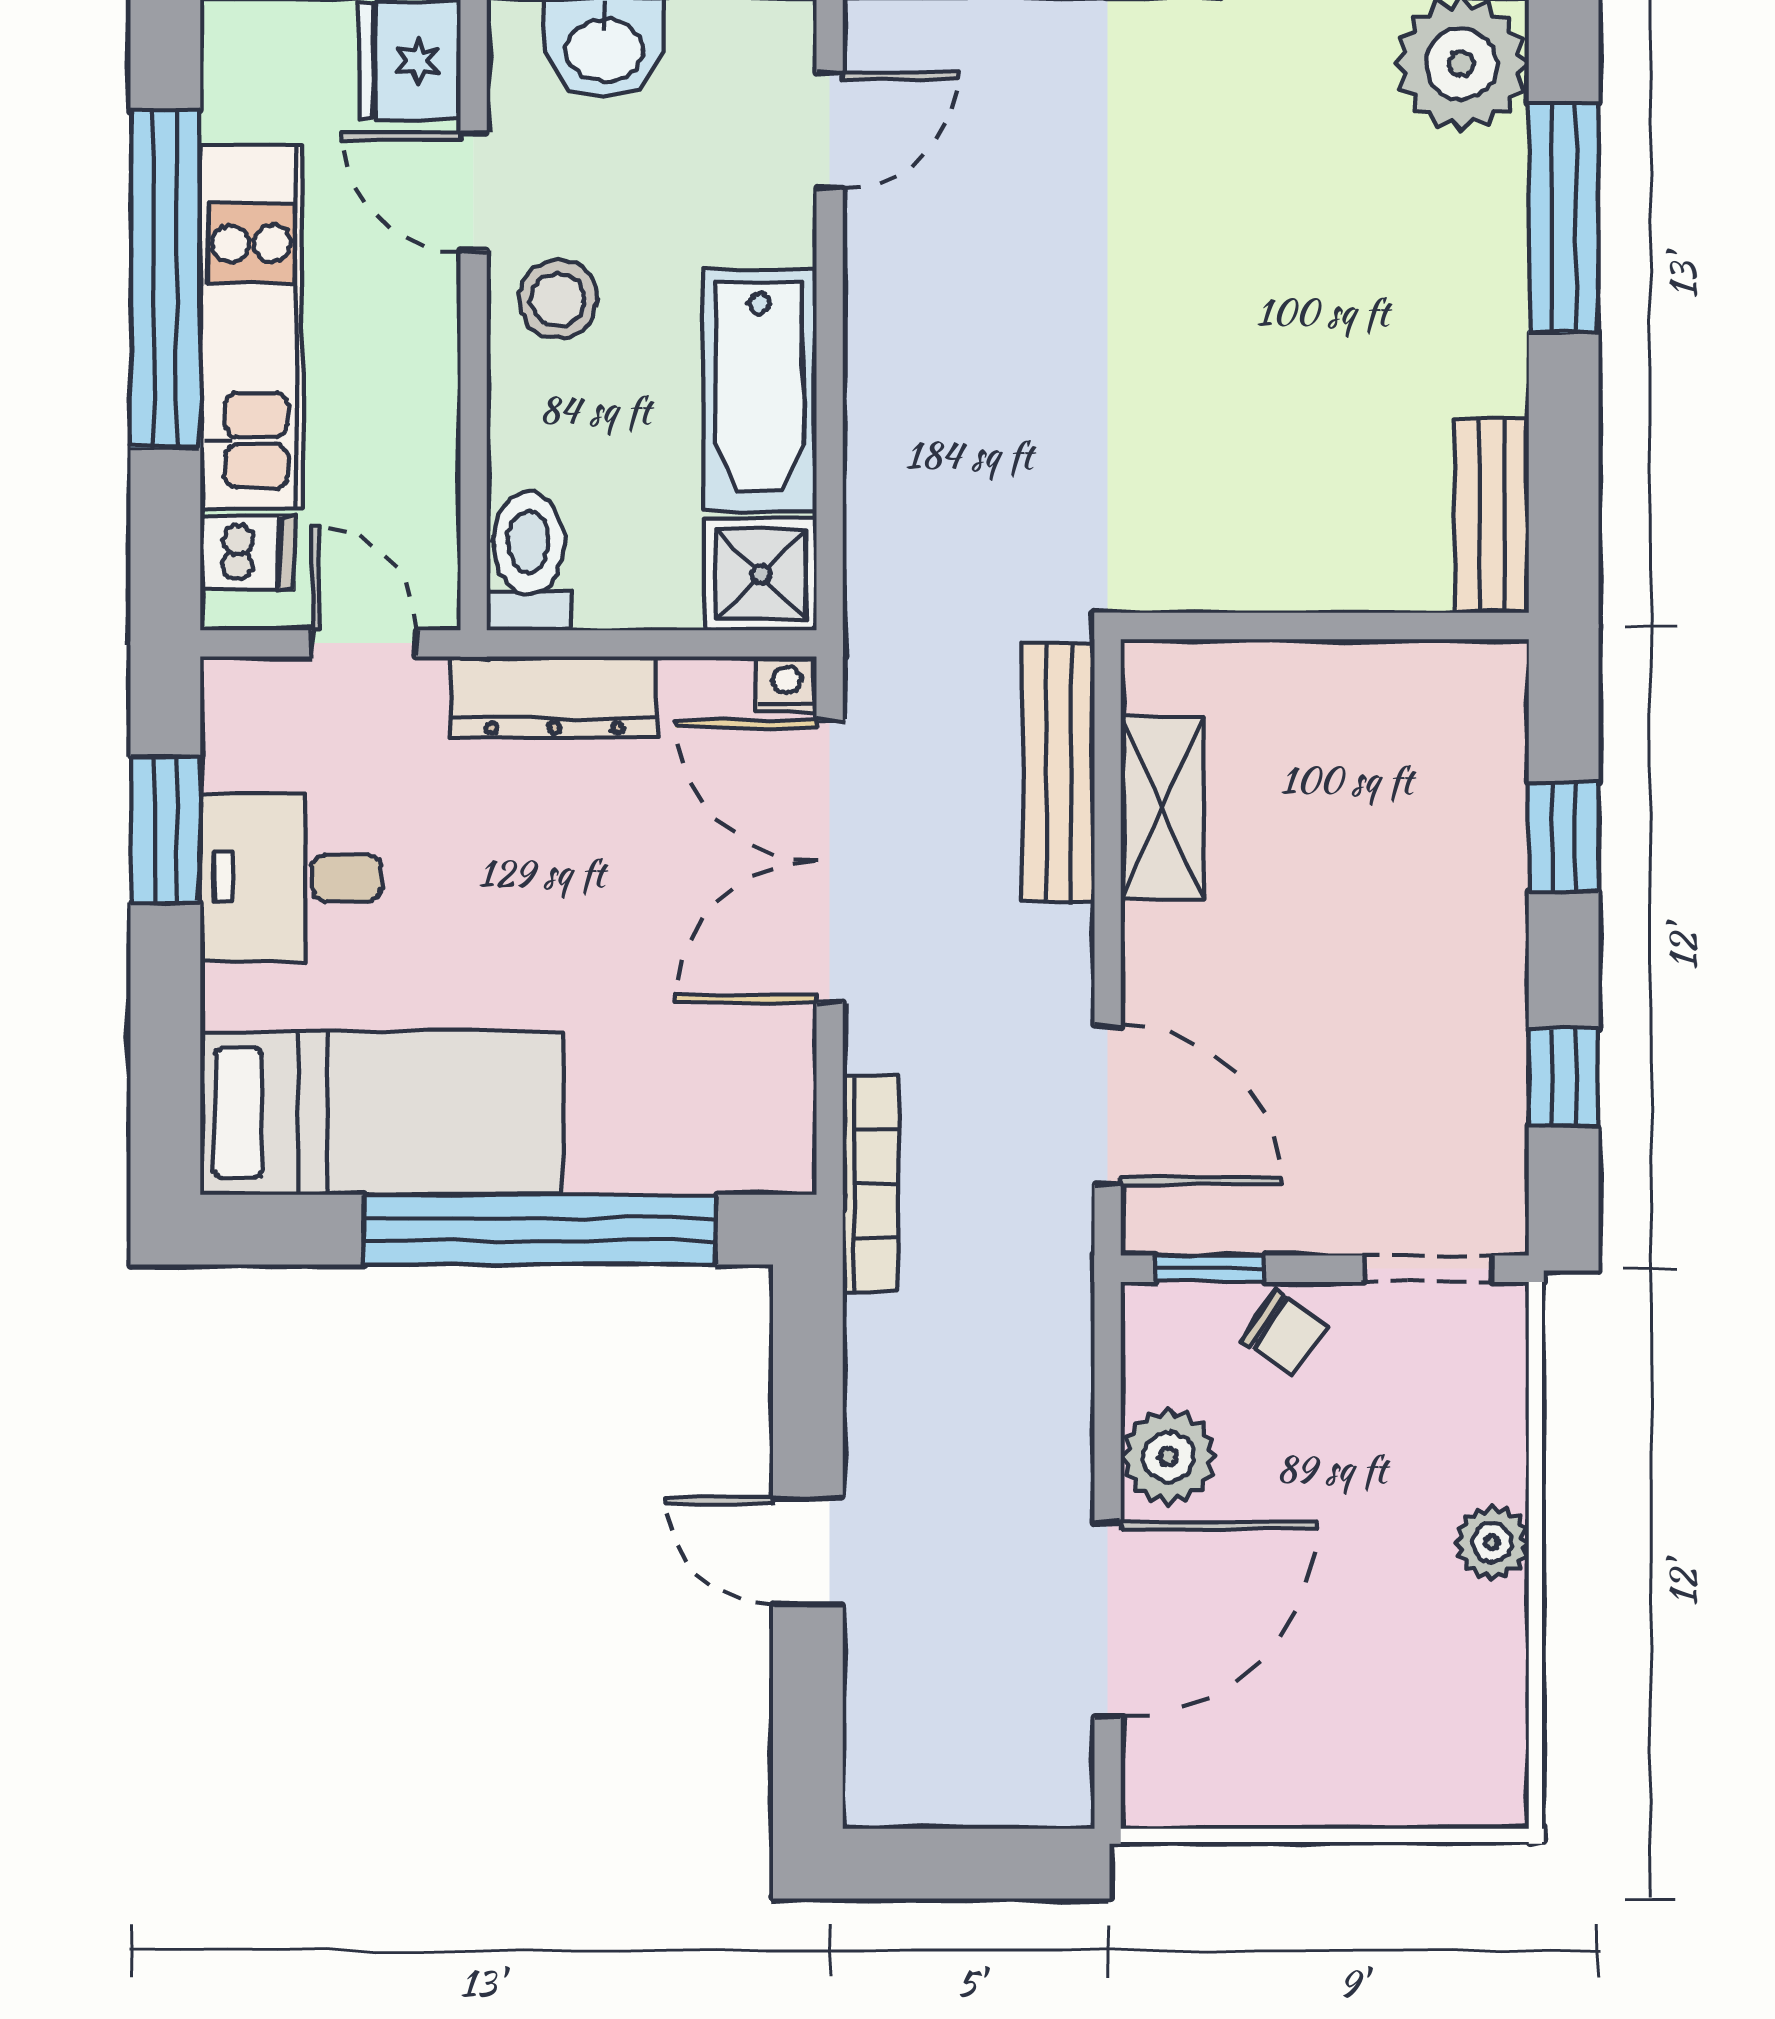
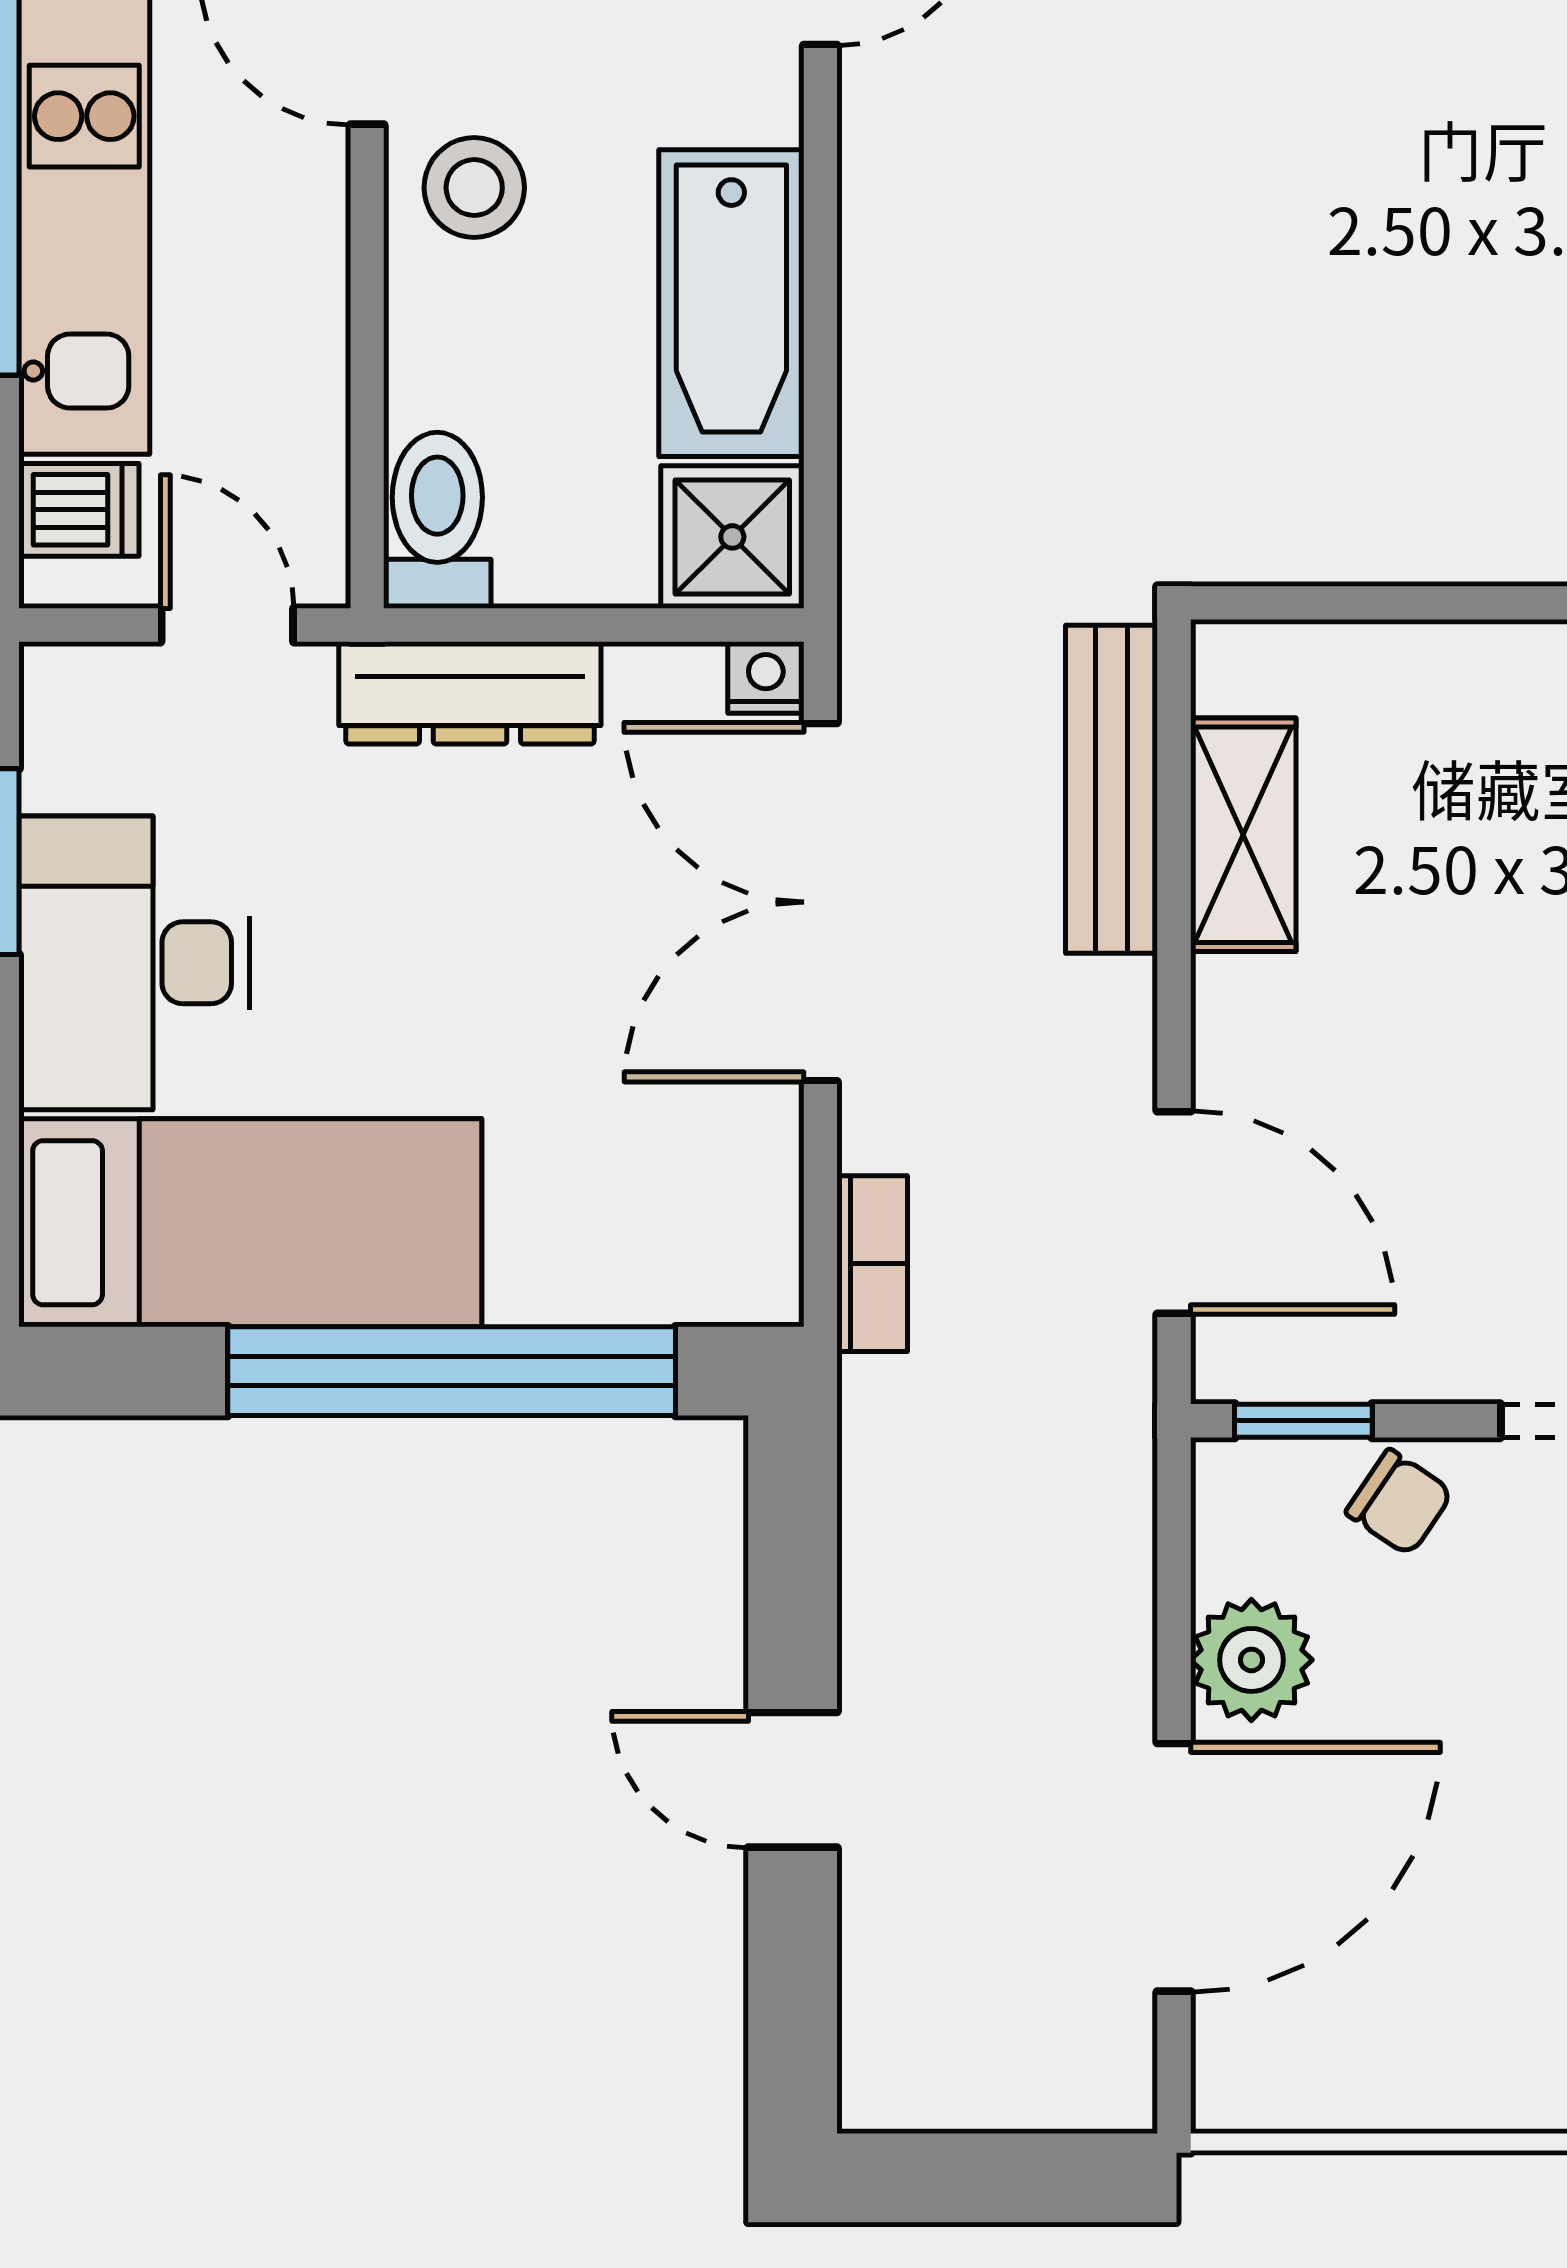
desk: (291, 878) -> (134, 963), width x1.37
bookcase: (870, 1184) -> (872, 1264), width x0.64

